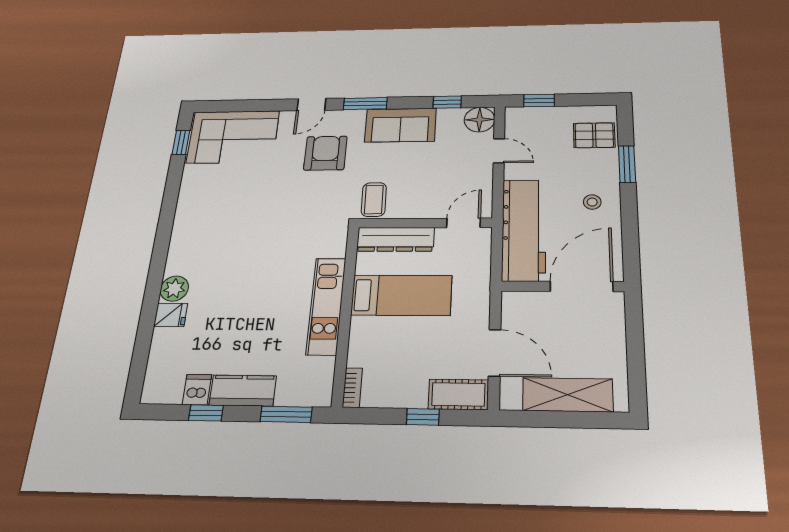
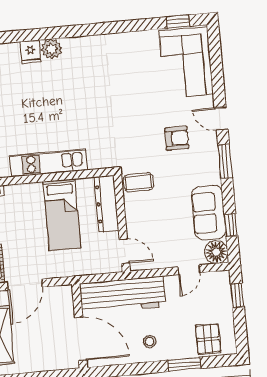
sofa: (400, 125) -> (209, 213), moved
armchair: (325, 153) -> (177, 138), width x0.72, depth x0.72

